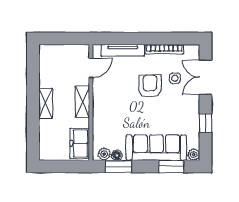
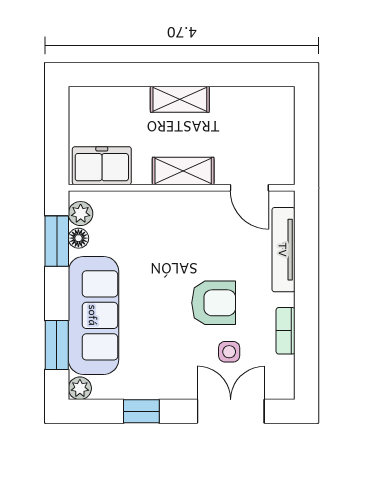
bookcase: (164, 49) -> (286, 331), width x0.64

